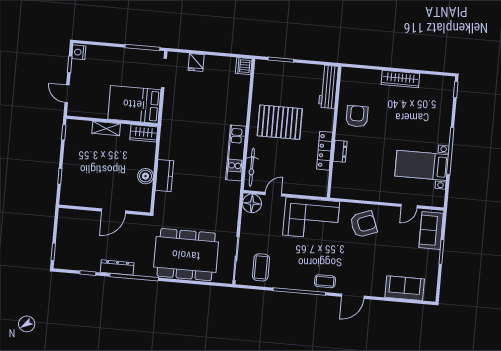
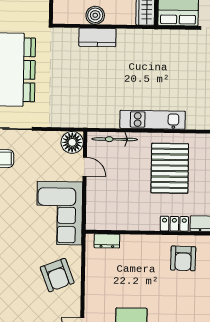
armchair: (357, 116) -> (183, 258), turned 91
locker: (325, 151) -> (174, 224), moved, width x0.66
dresser: (340, 151) -> (107, 241), moved
kitchen unit: (236, 153) -> (153, 120), moved

